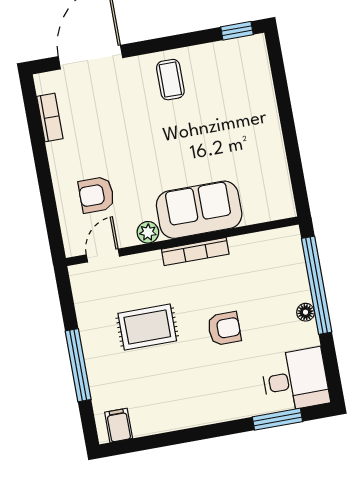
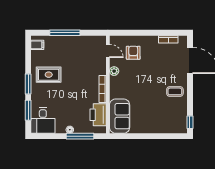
sofa: (199, 210) -> (120, 116), moved
printer: (258, 251) -> (98, 115), added
window: (317, 285) -> (80, 136), width x0.68
rug: (147, 327) -> (49, 75), moved, turned 90
armchair: (224, 329) -> (69, 95), removed
window: (215, 430) -> (28, 84), added

